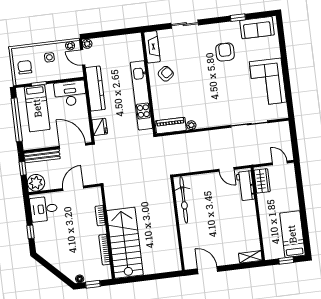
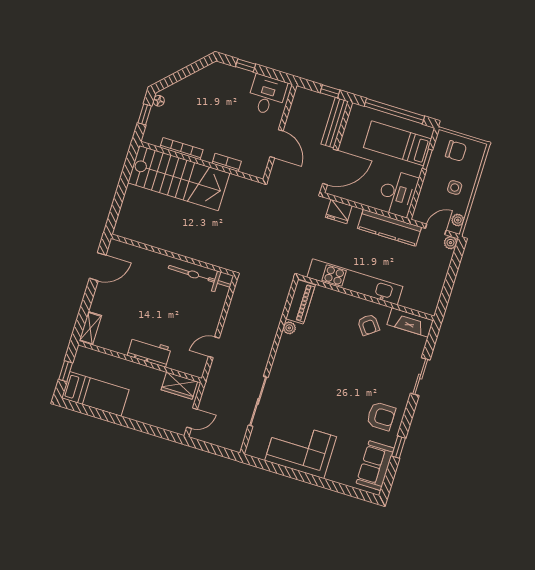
armchair: (225, 52) -> (381, 416), moved
plant: (36, 183) -> (304, 100), removed
workbench: (245, 186) -> (149, 352), moved

